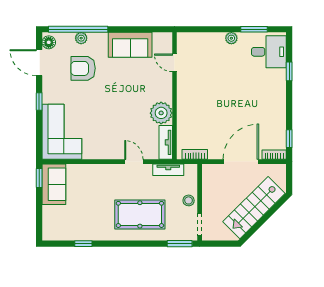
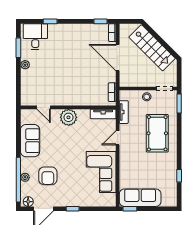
door: (174, 63) -> (44, 107), hinge flipped
plant: (161, 113) -> (69, 117), moved
corner sofa: (62, 132) -> (101, 172), moved, turned -90
sofa: (54, 184) -> (140, 198), width x1.36

